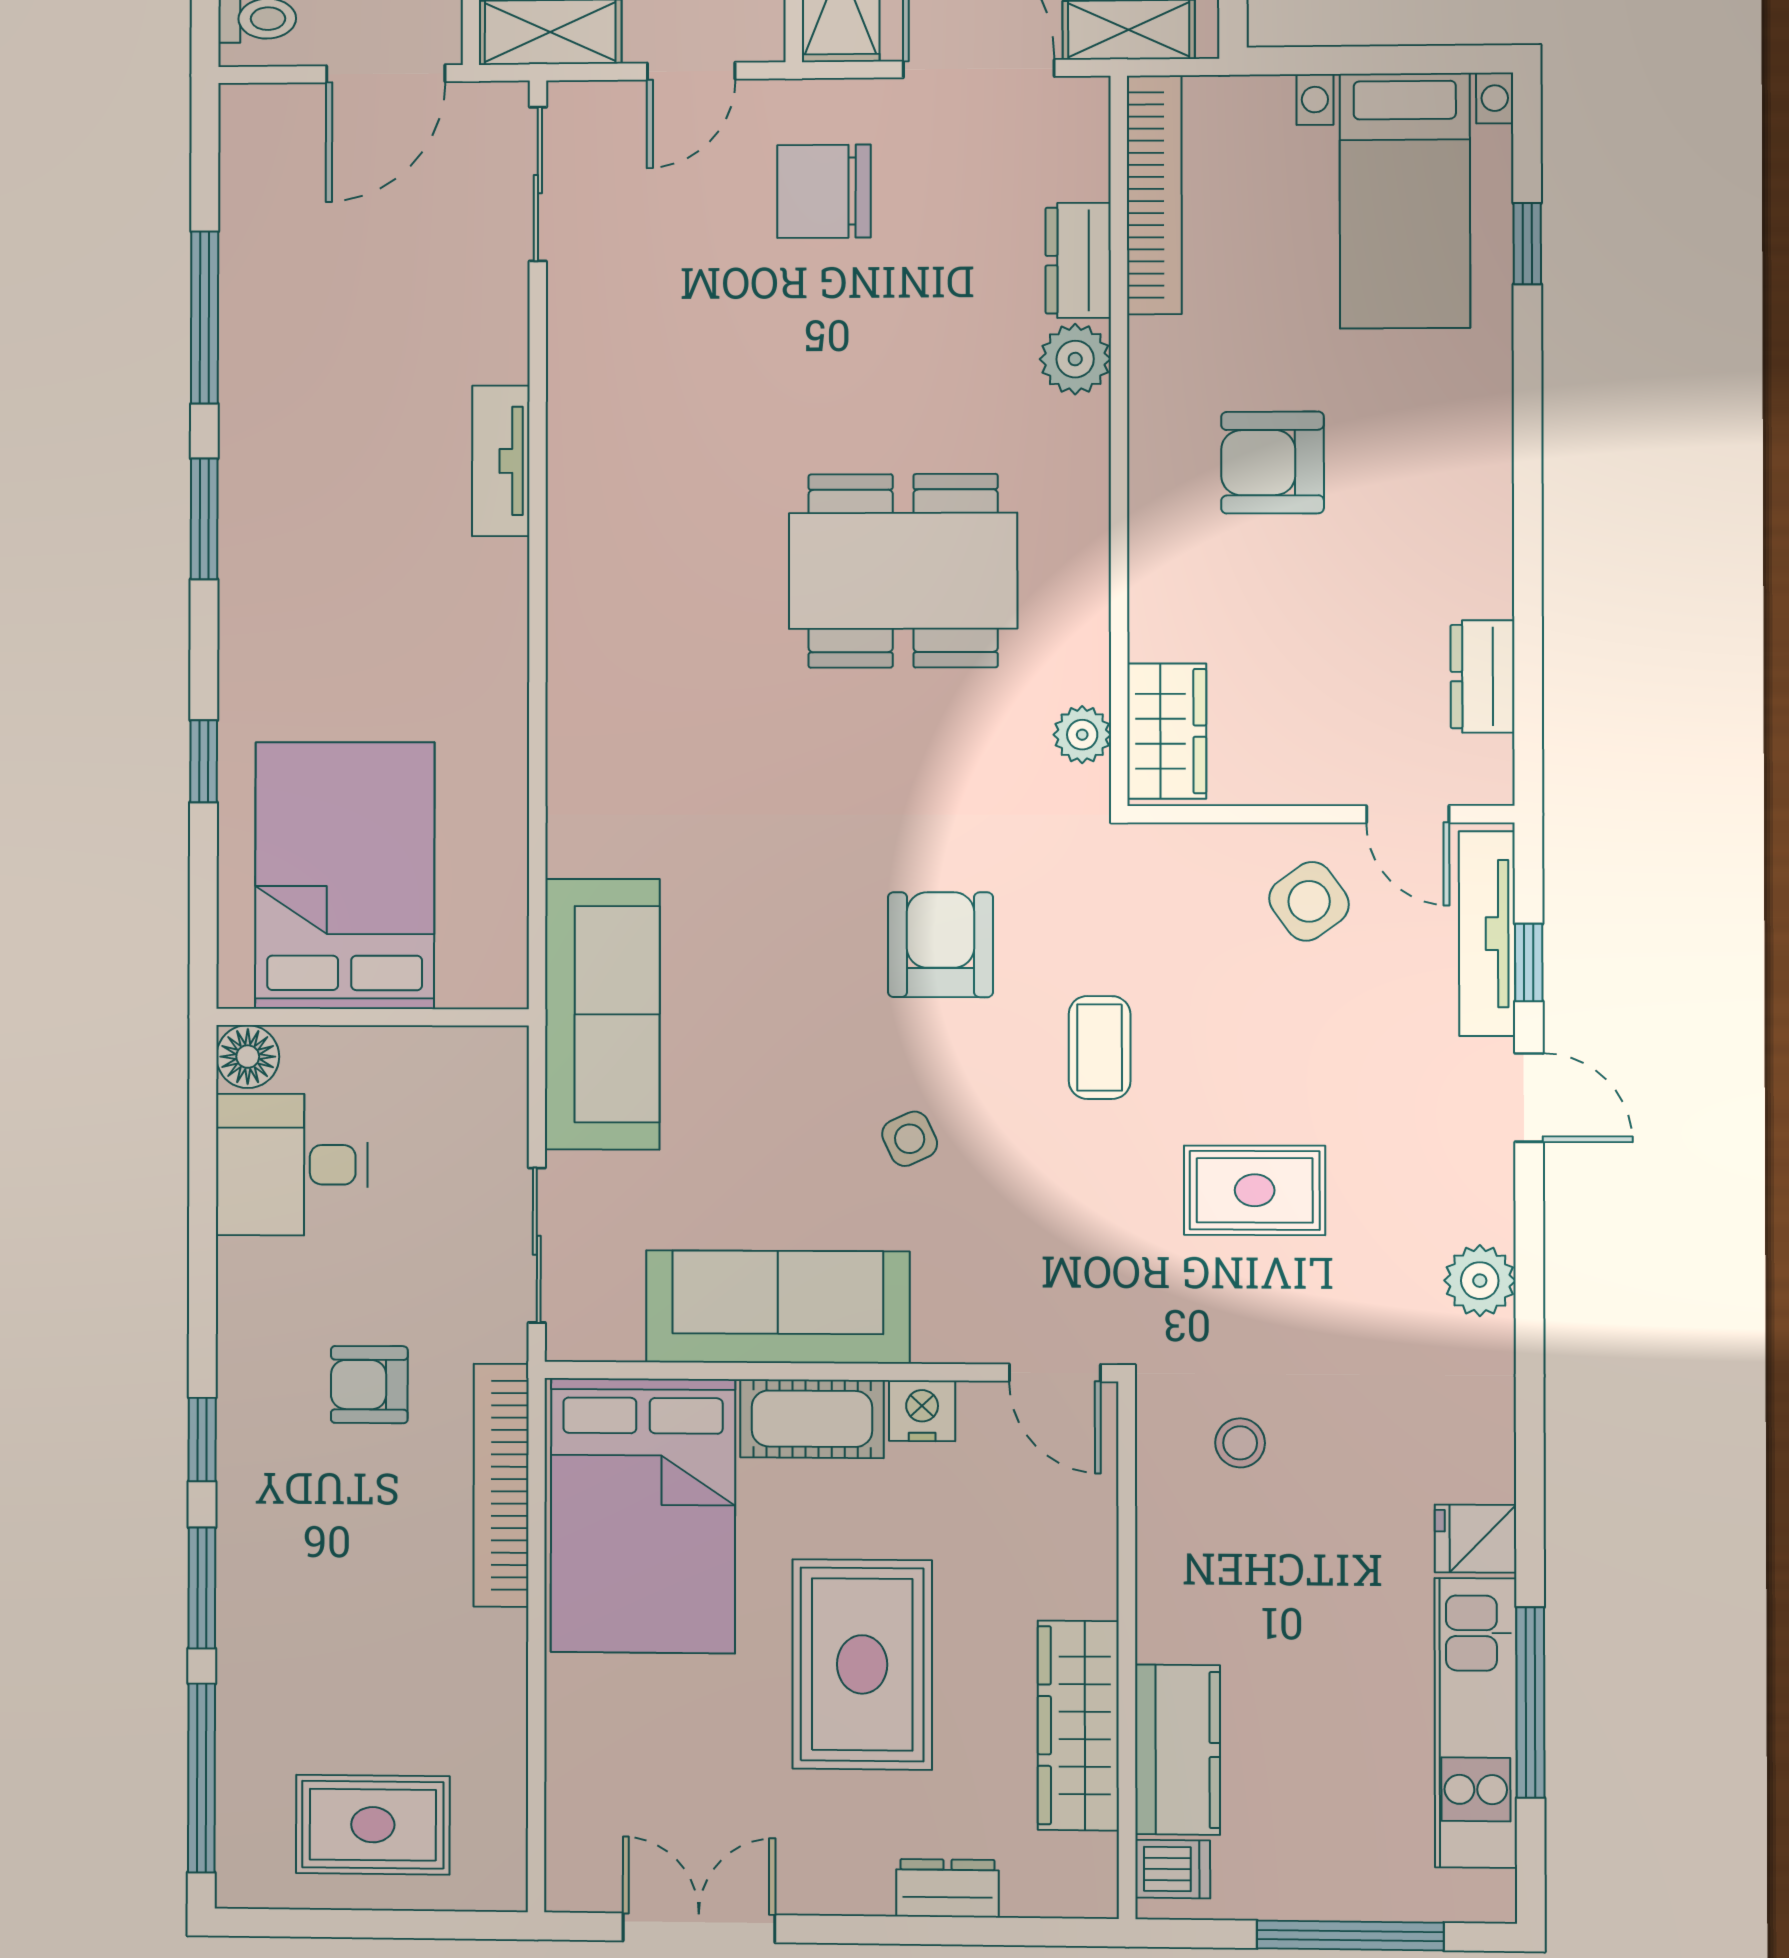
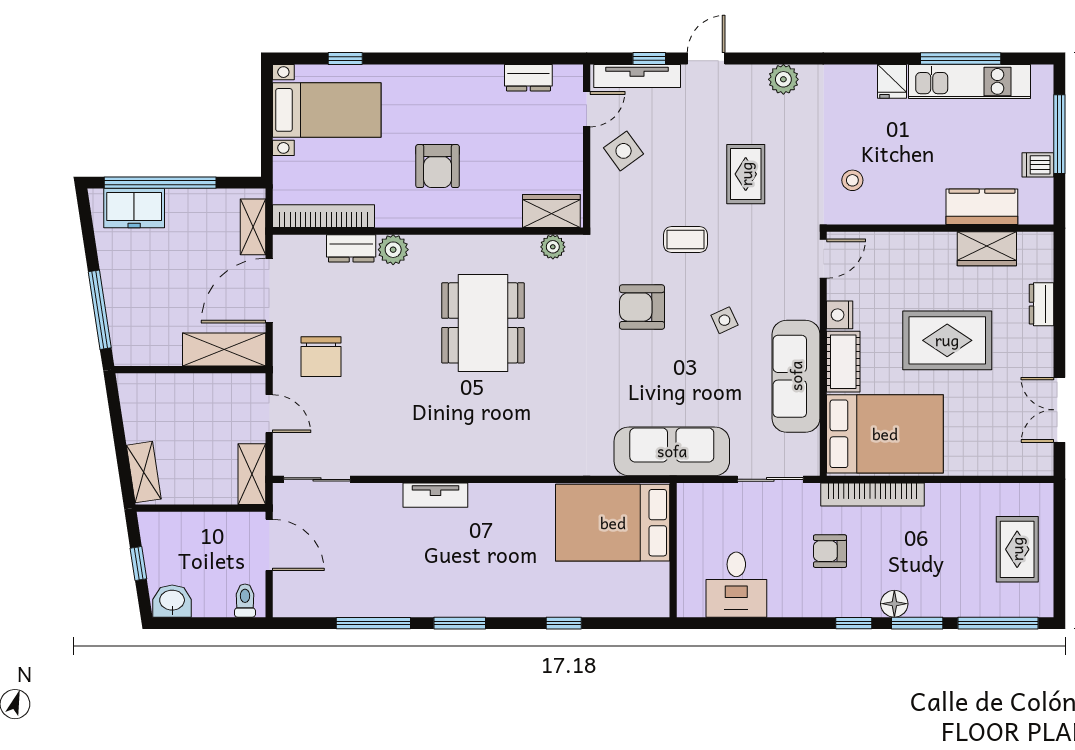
bed: (345, 876) -> (613, 523), moved
floor lamp: (248, 1057) -> (894, 604), moved
armchair: (369, 1385) -> (830, 551), turned 90
wardrobe: (1078, 1726) -> (987, 249), width x0.67
dishwasher: (1173, 1869) -> (1038, 165), moved, turned -90

